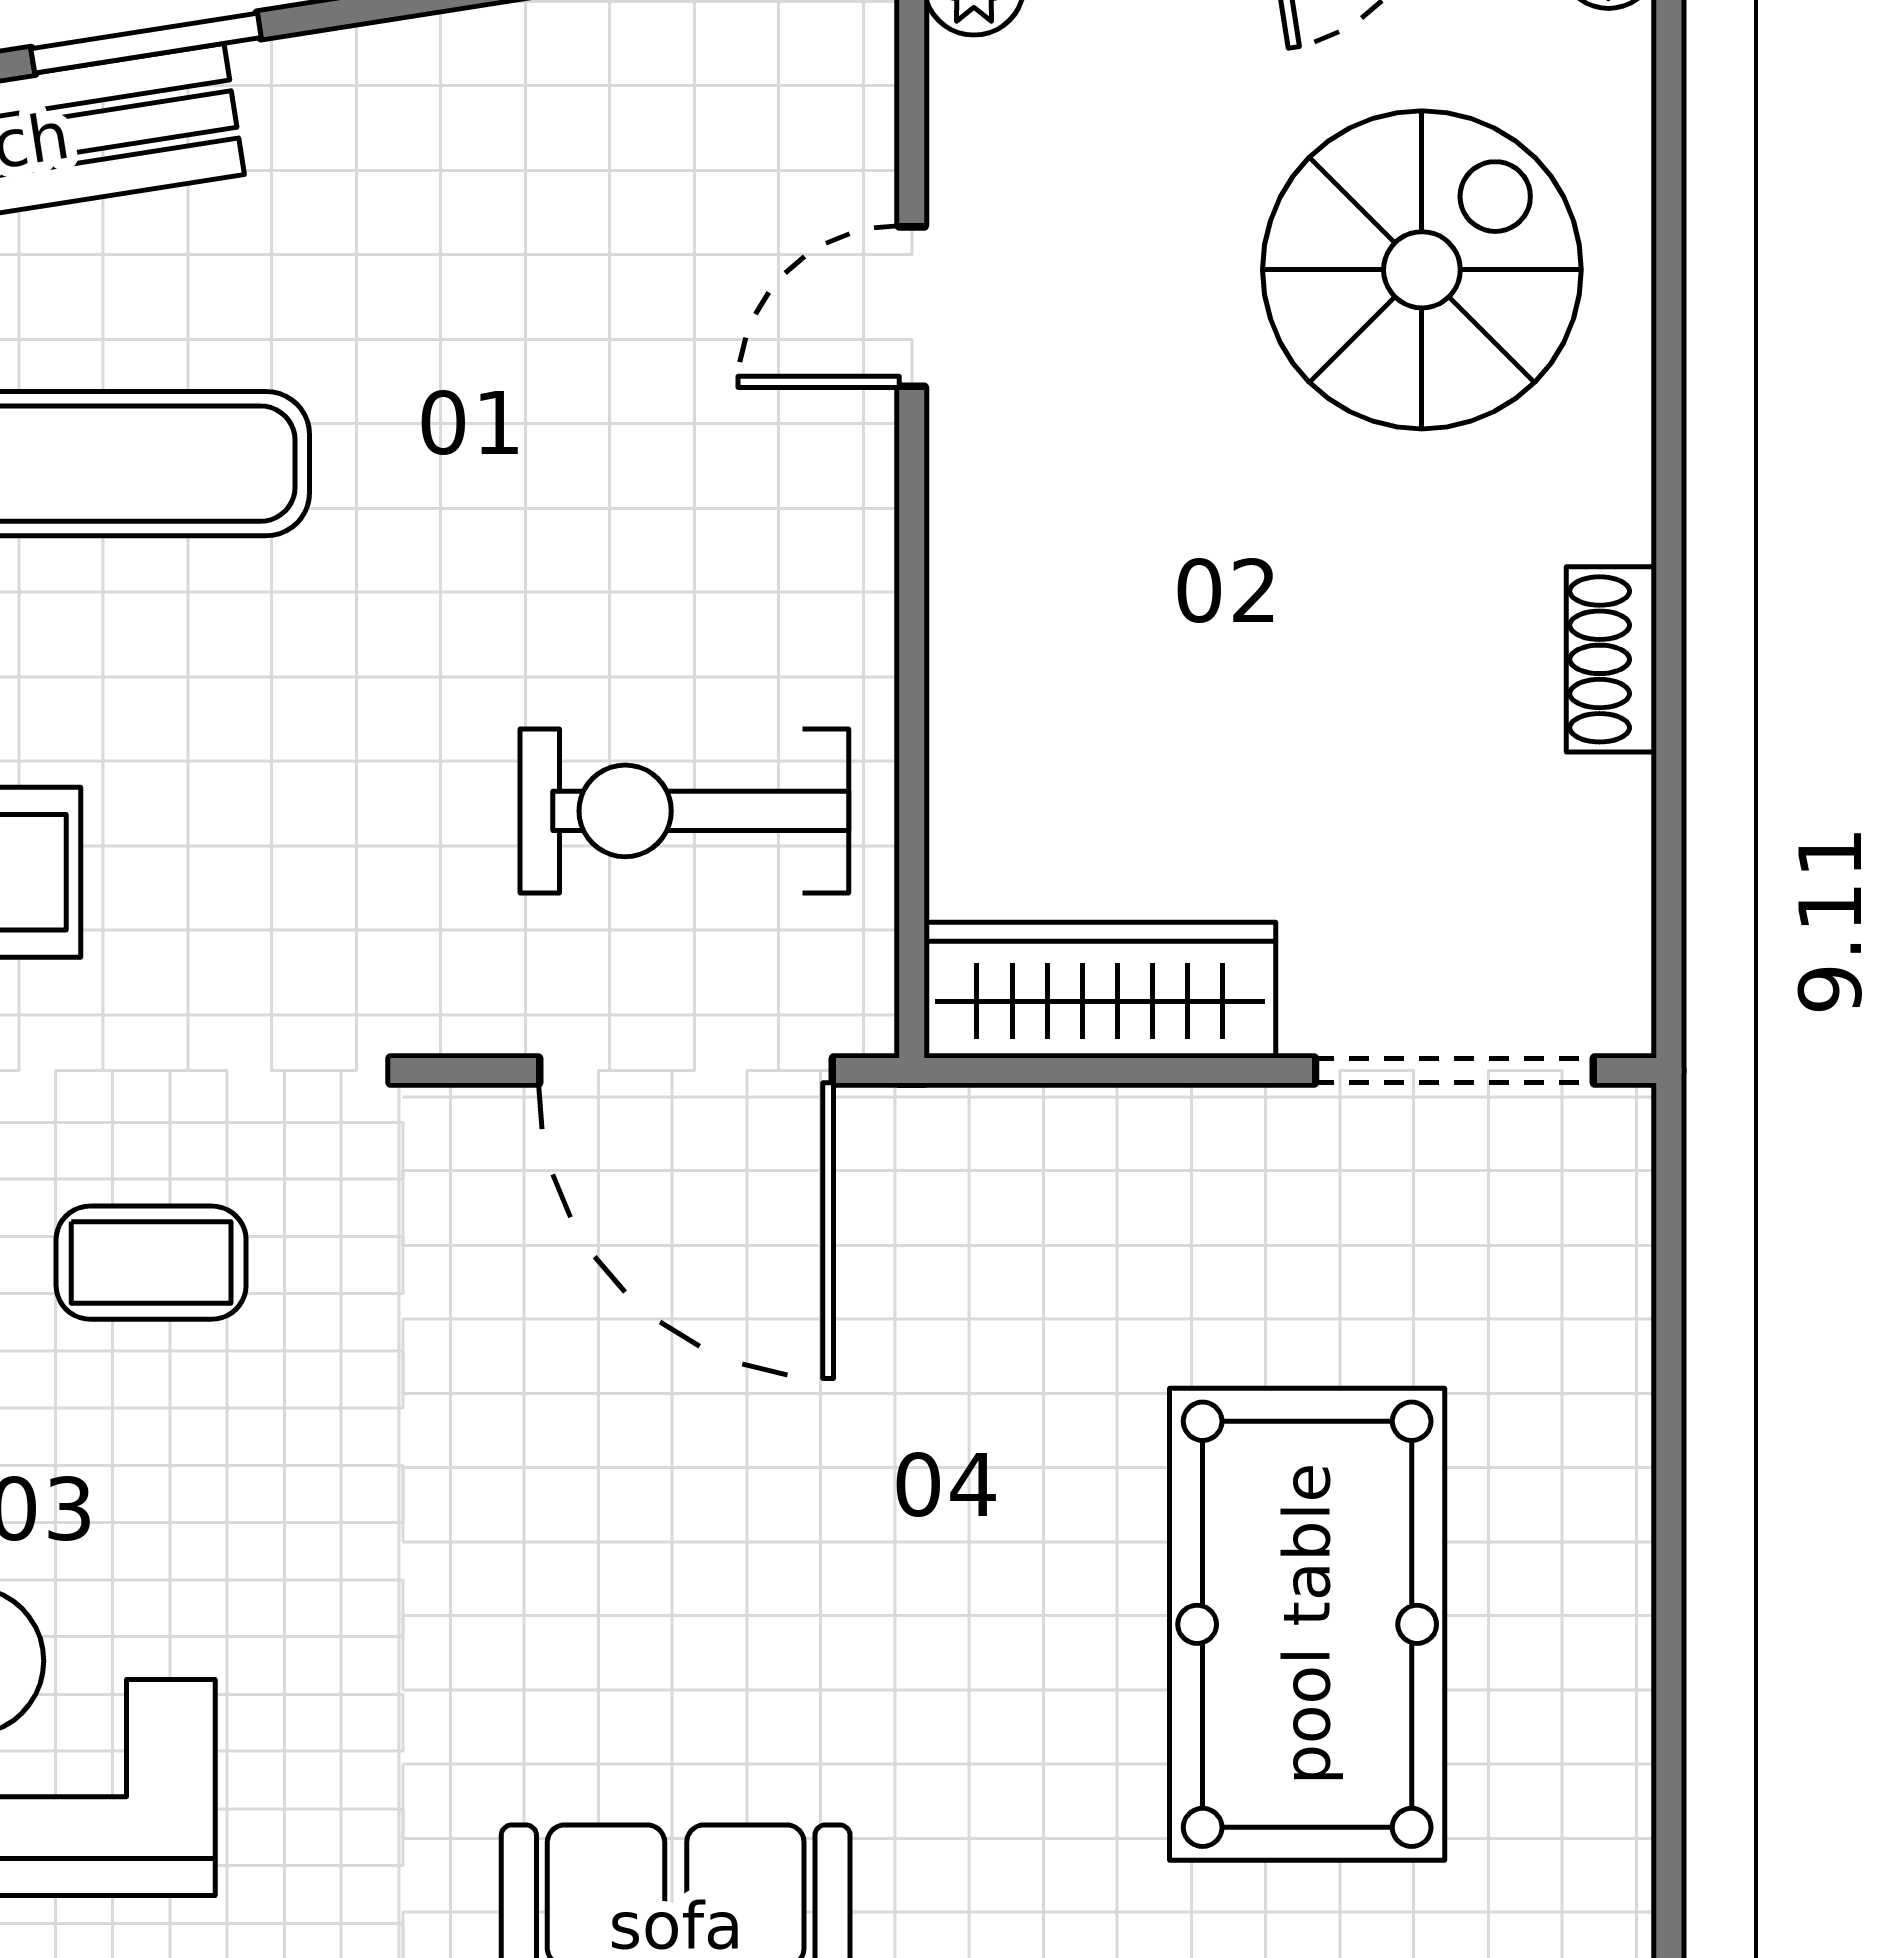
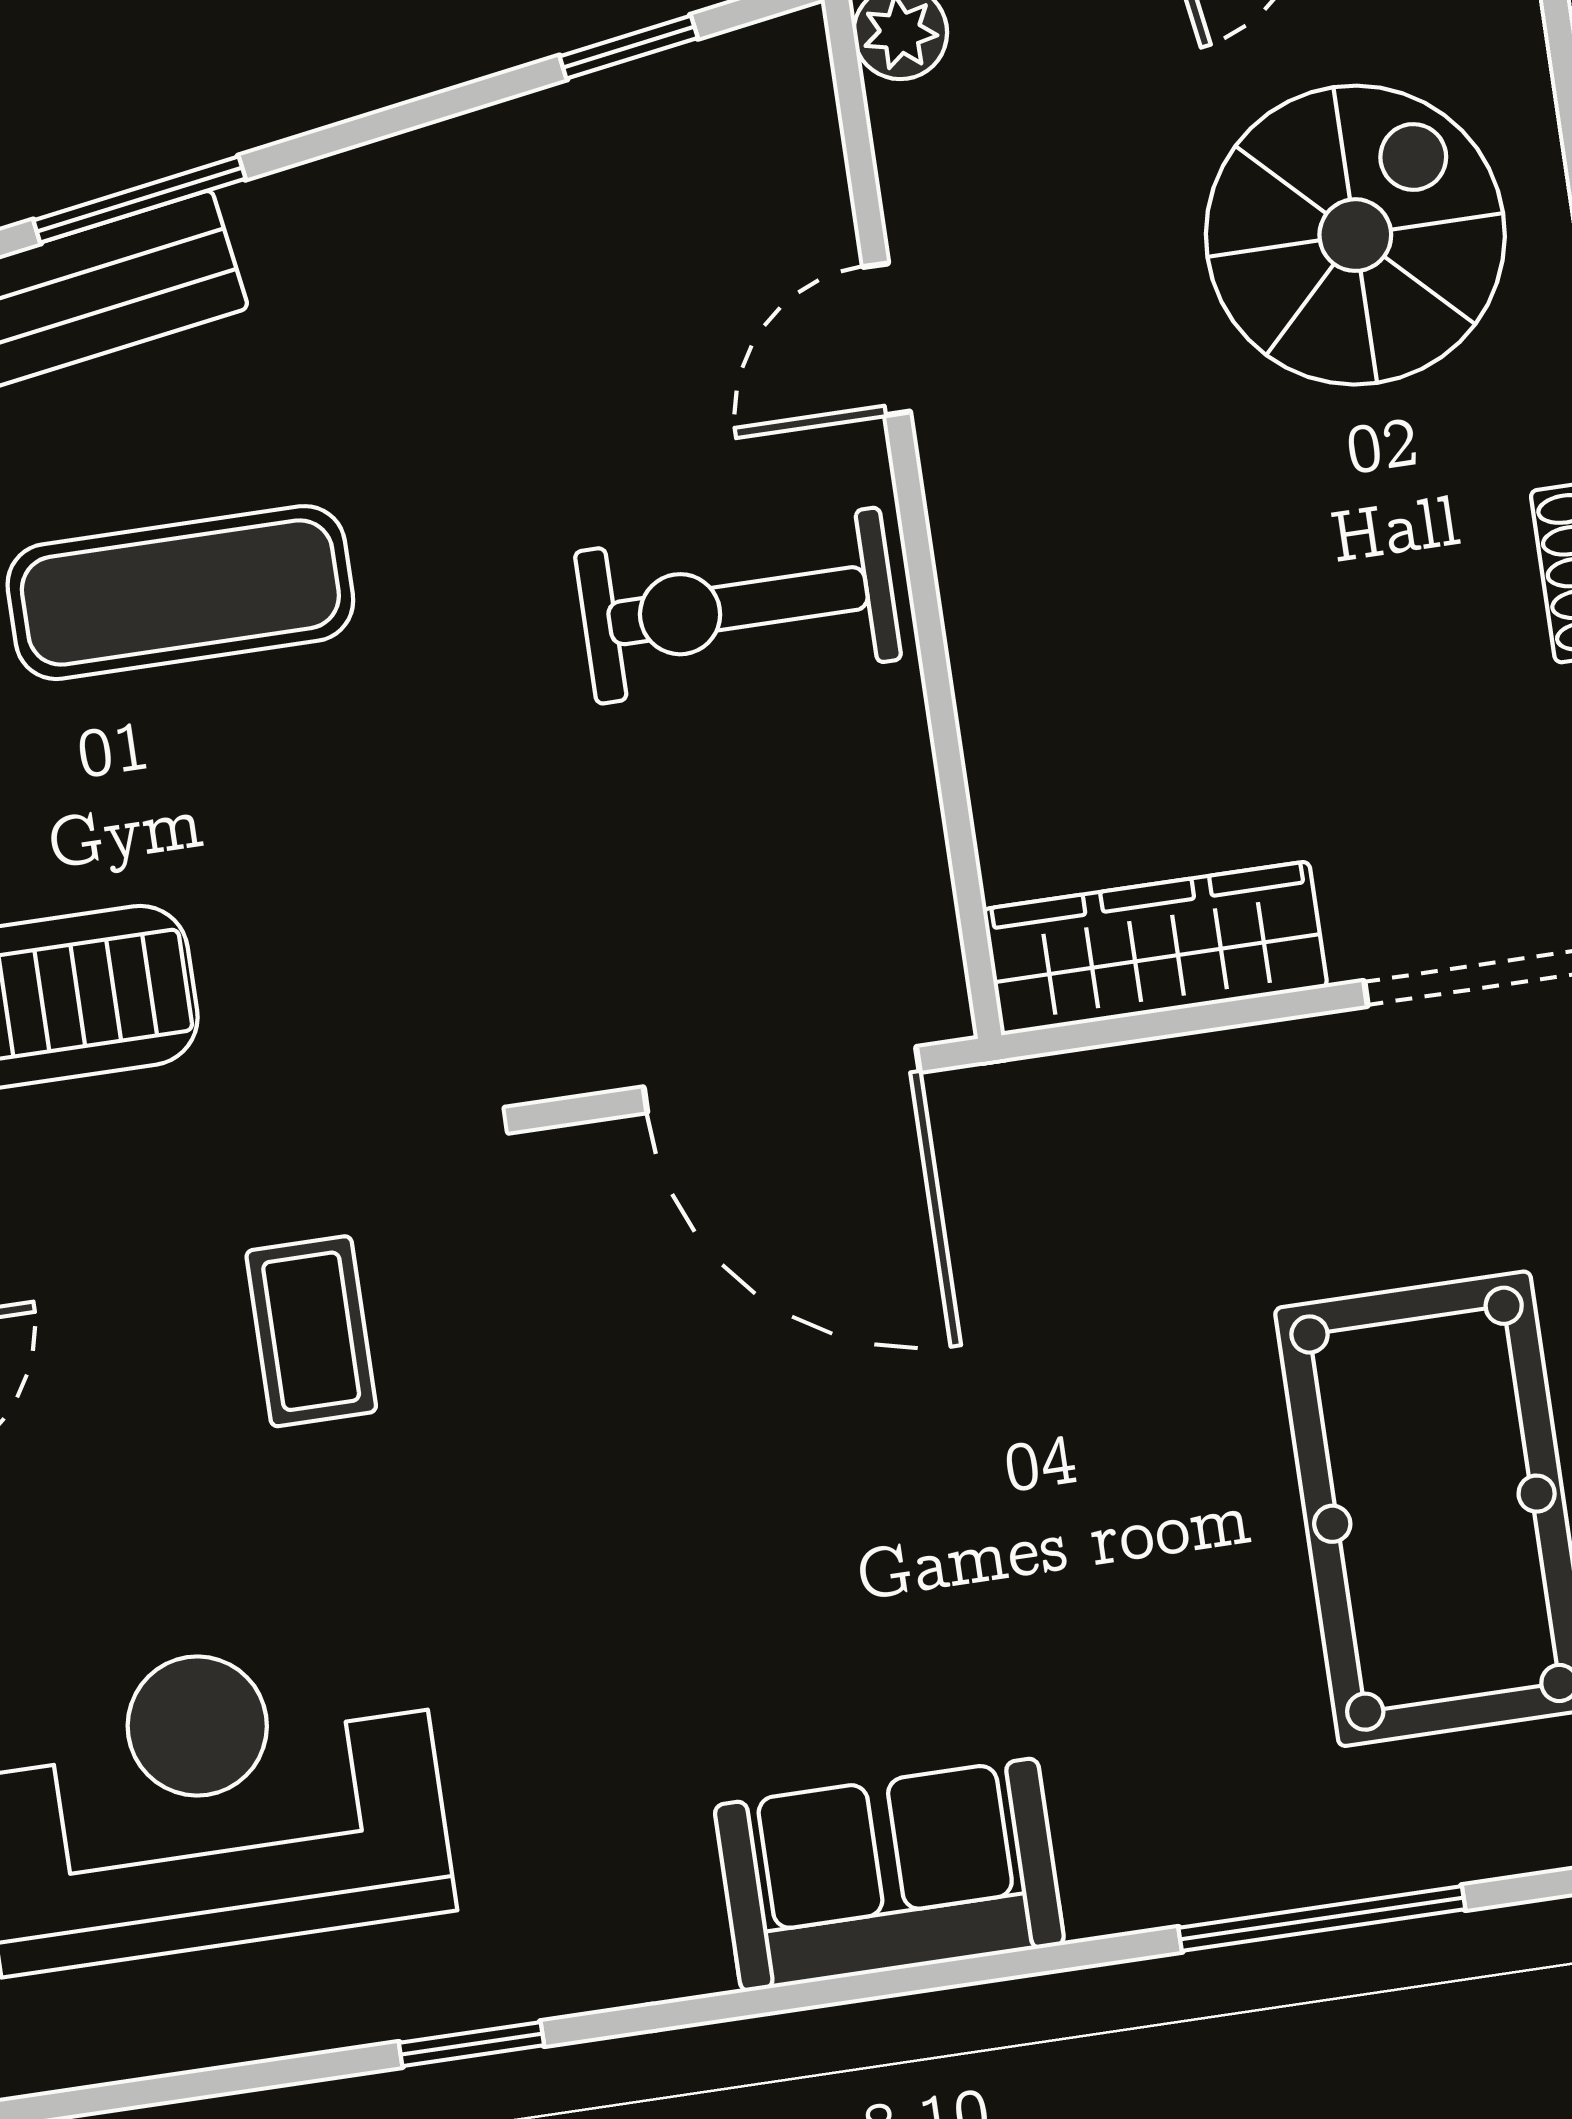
exercise bike: (684, 811) -> (738, 606), moved
coffee table: (151, 1263) -> (311, 1331), turned 90

